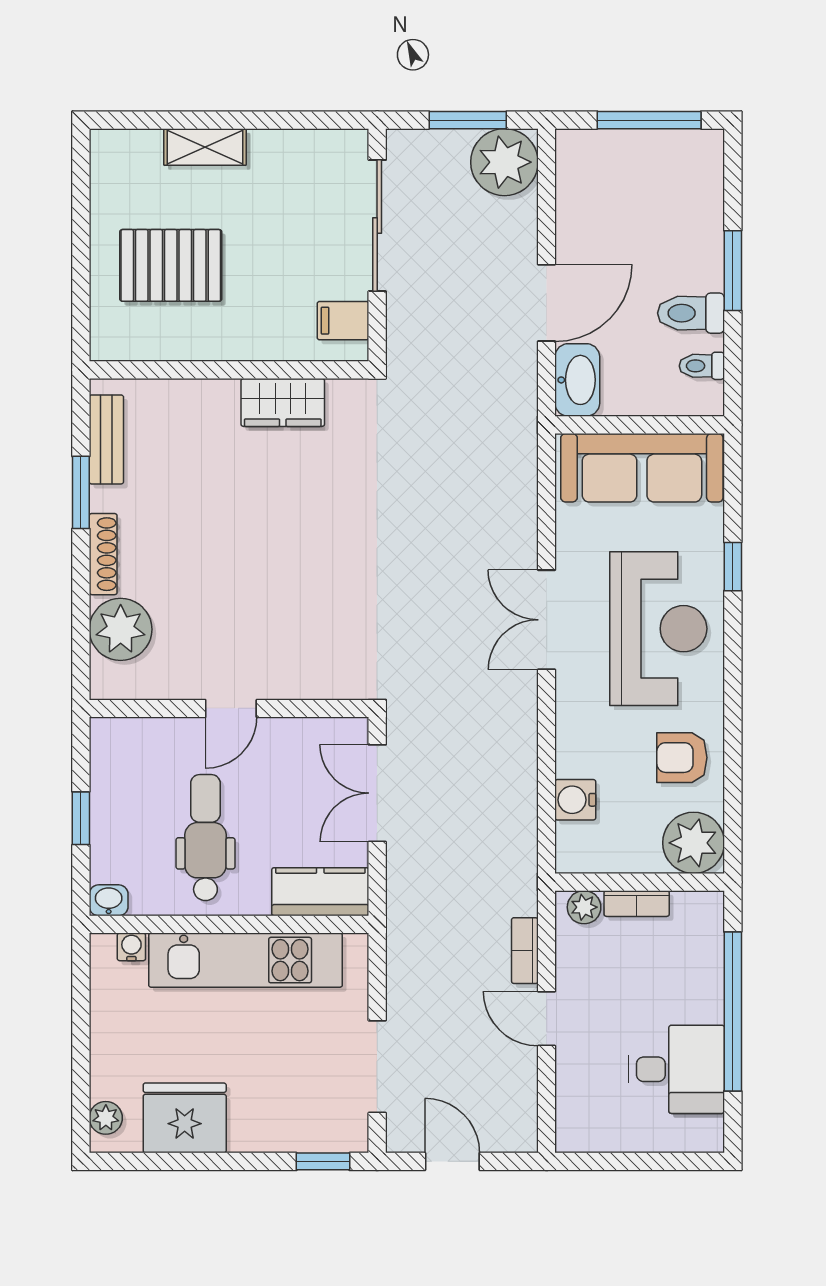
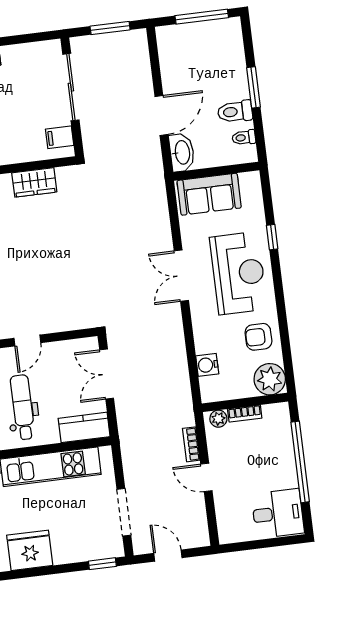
plant: (504, 162) -> (131, 47), removed
sofa: (642, 468) -> (209, 194), width x0.73
desk: (677, 1069) -> (278, 513), moved

